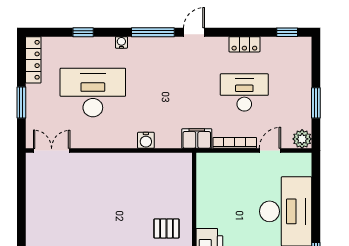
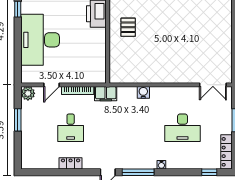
window: (83, 32) -> (209, 172), moved
window: (287, 32) -> (39, 172), removed
desk: (93, 92) -> (183, 128), width x0.73, depth x0.77
desk: (244, 92) -> (71, 128), width x0.73
pallet: (166, 228) -> (128, 27), turned 90

